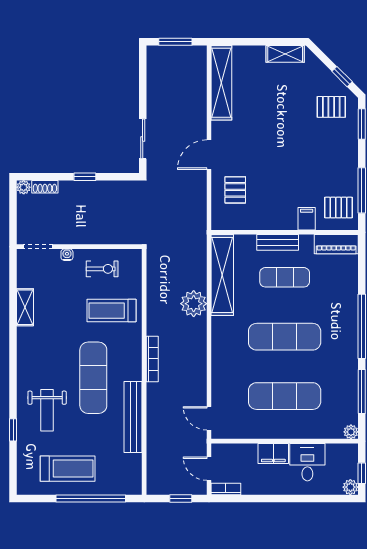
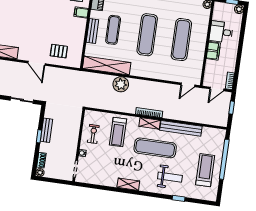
bench: (97, 188) -> (47, 130), added
shelving: (25, 307) -> (128, 184), moved
shelving: (134, 362) -> (150, 123), added

